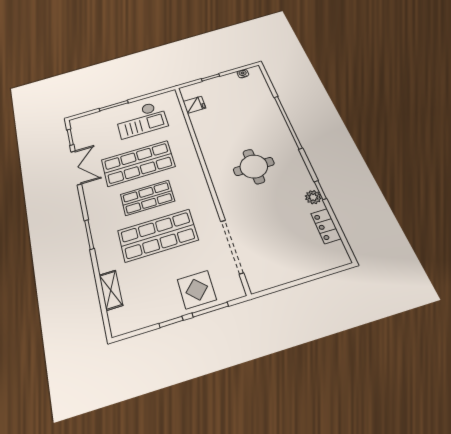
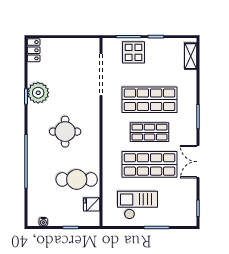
cafe table: (220, 123) -> (77, 179), added
double door: (76, 168) -> (198, 162), moved
plant: (313, 197) -> (38, 93), width x1.88, depth x1.88
locker: (326, 226) -> (34, 50), moved
shelving: (111, 290) -> (191, 56), moved

